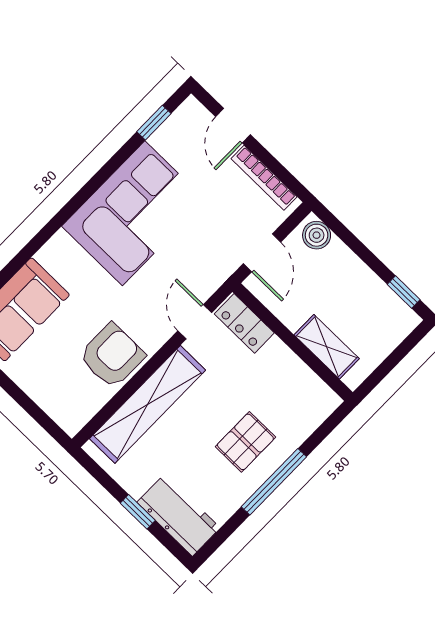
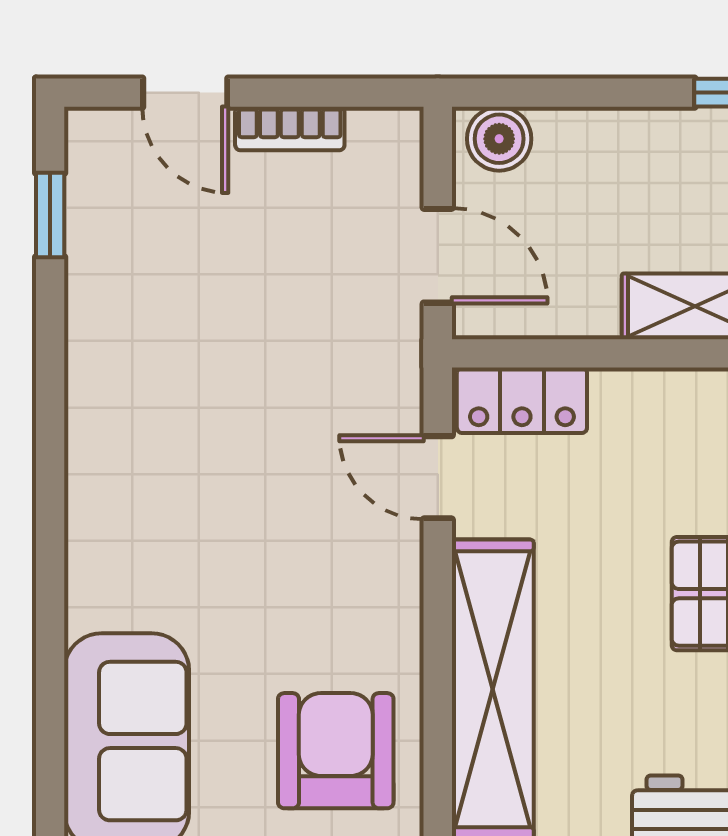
bookcase: (264, 178) -> (290, 129), width x0.64
corner sofa: (134, 213) -> (162, 397), removed
armchair: (112, 356) -> (336, 751), moved

